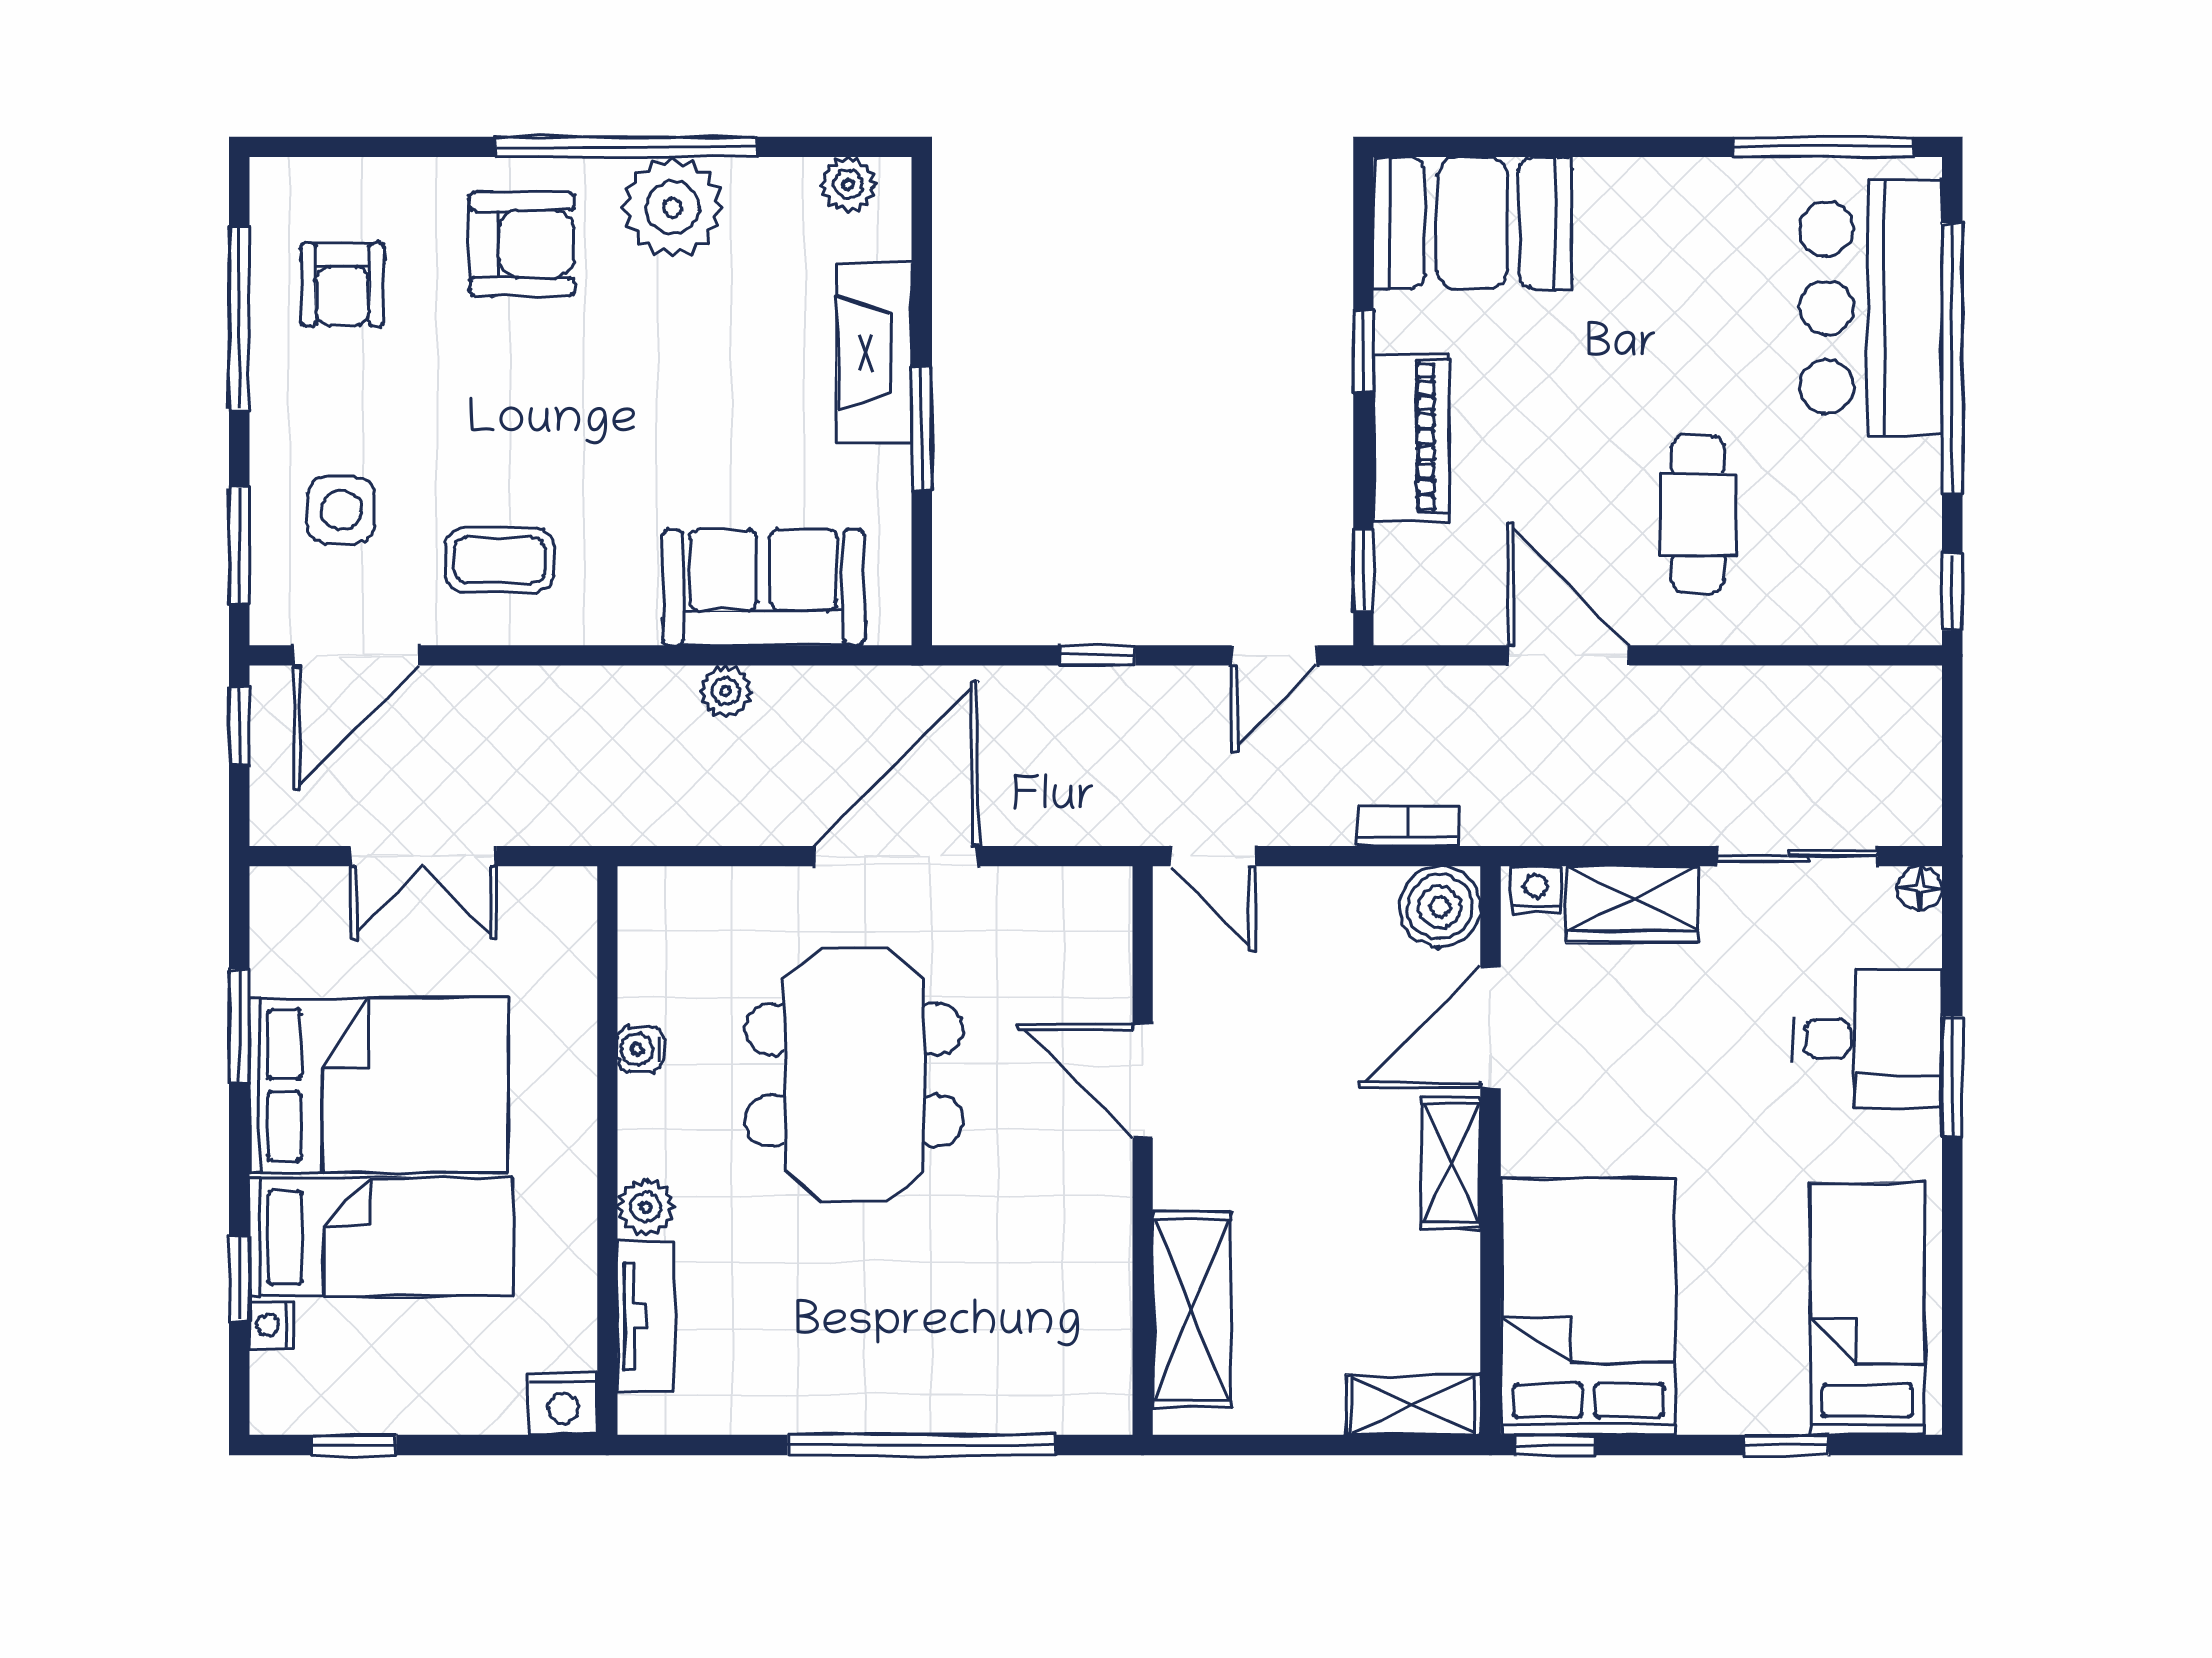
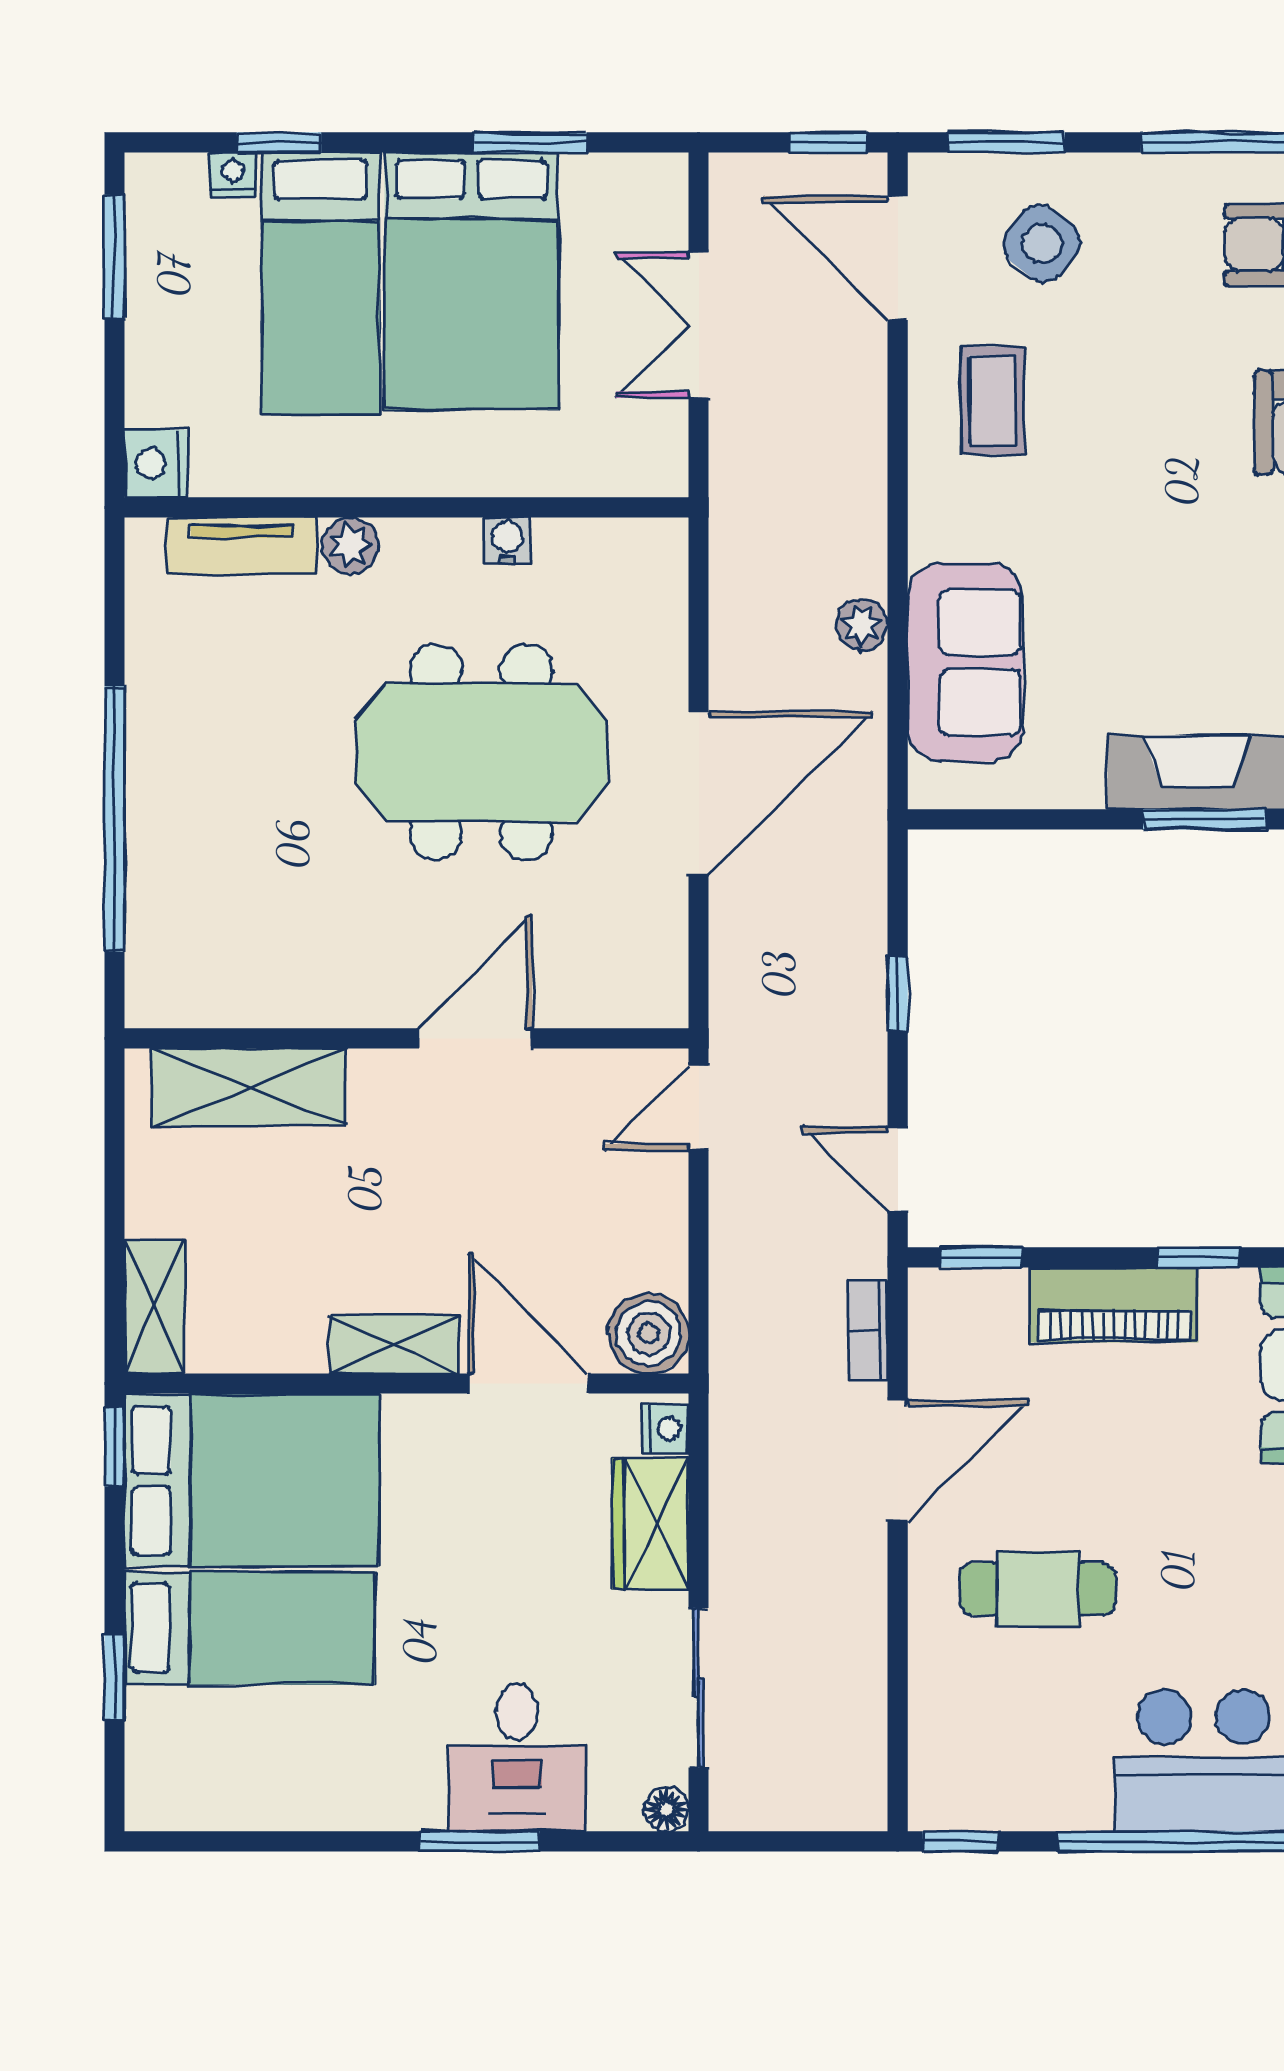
window: (922, 429) -> (1204, 819), moved
side table: (341, 510) -> (1042, 244), turned 38
bookcase: (1408, 826) -> (868, 1331), moved, turned 180
door: (896, 856) -> (699, 793), hinge flipped
bed: (1867, 1309) -> (249, 1628), moved
window: (355, 1445) -> (114, 257), width x1.50

